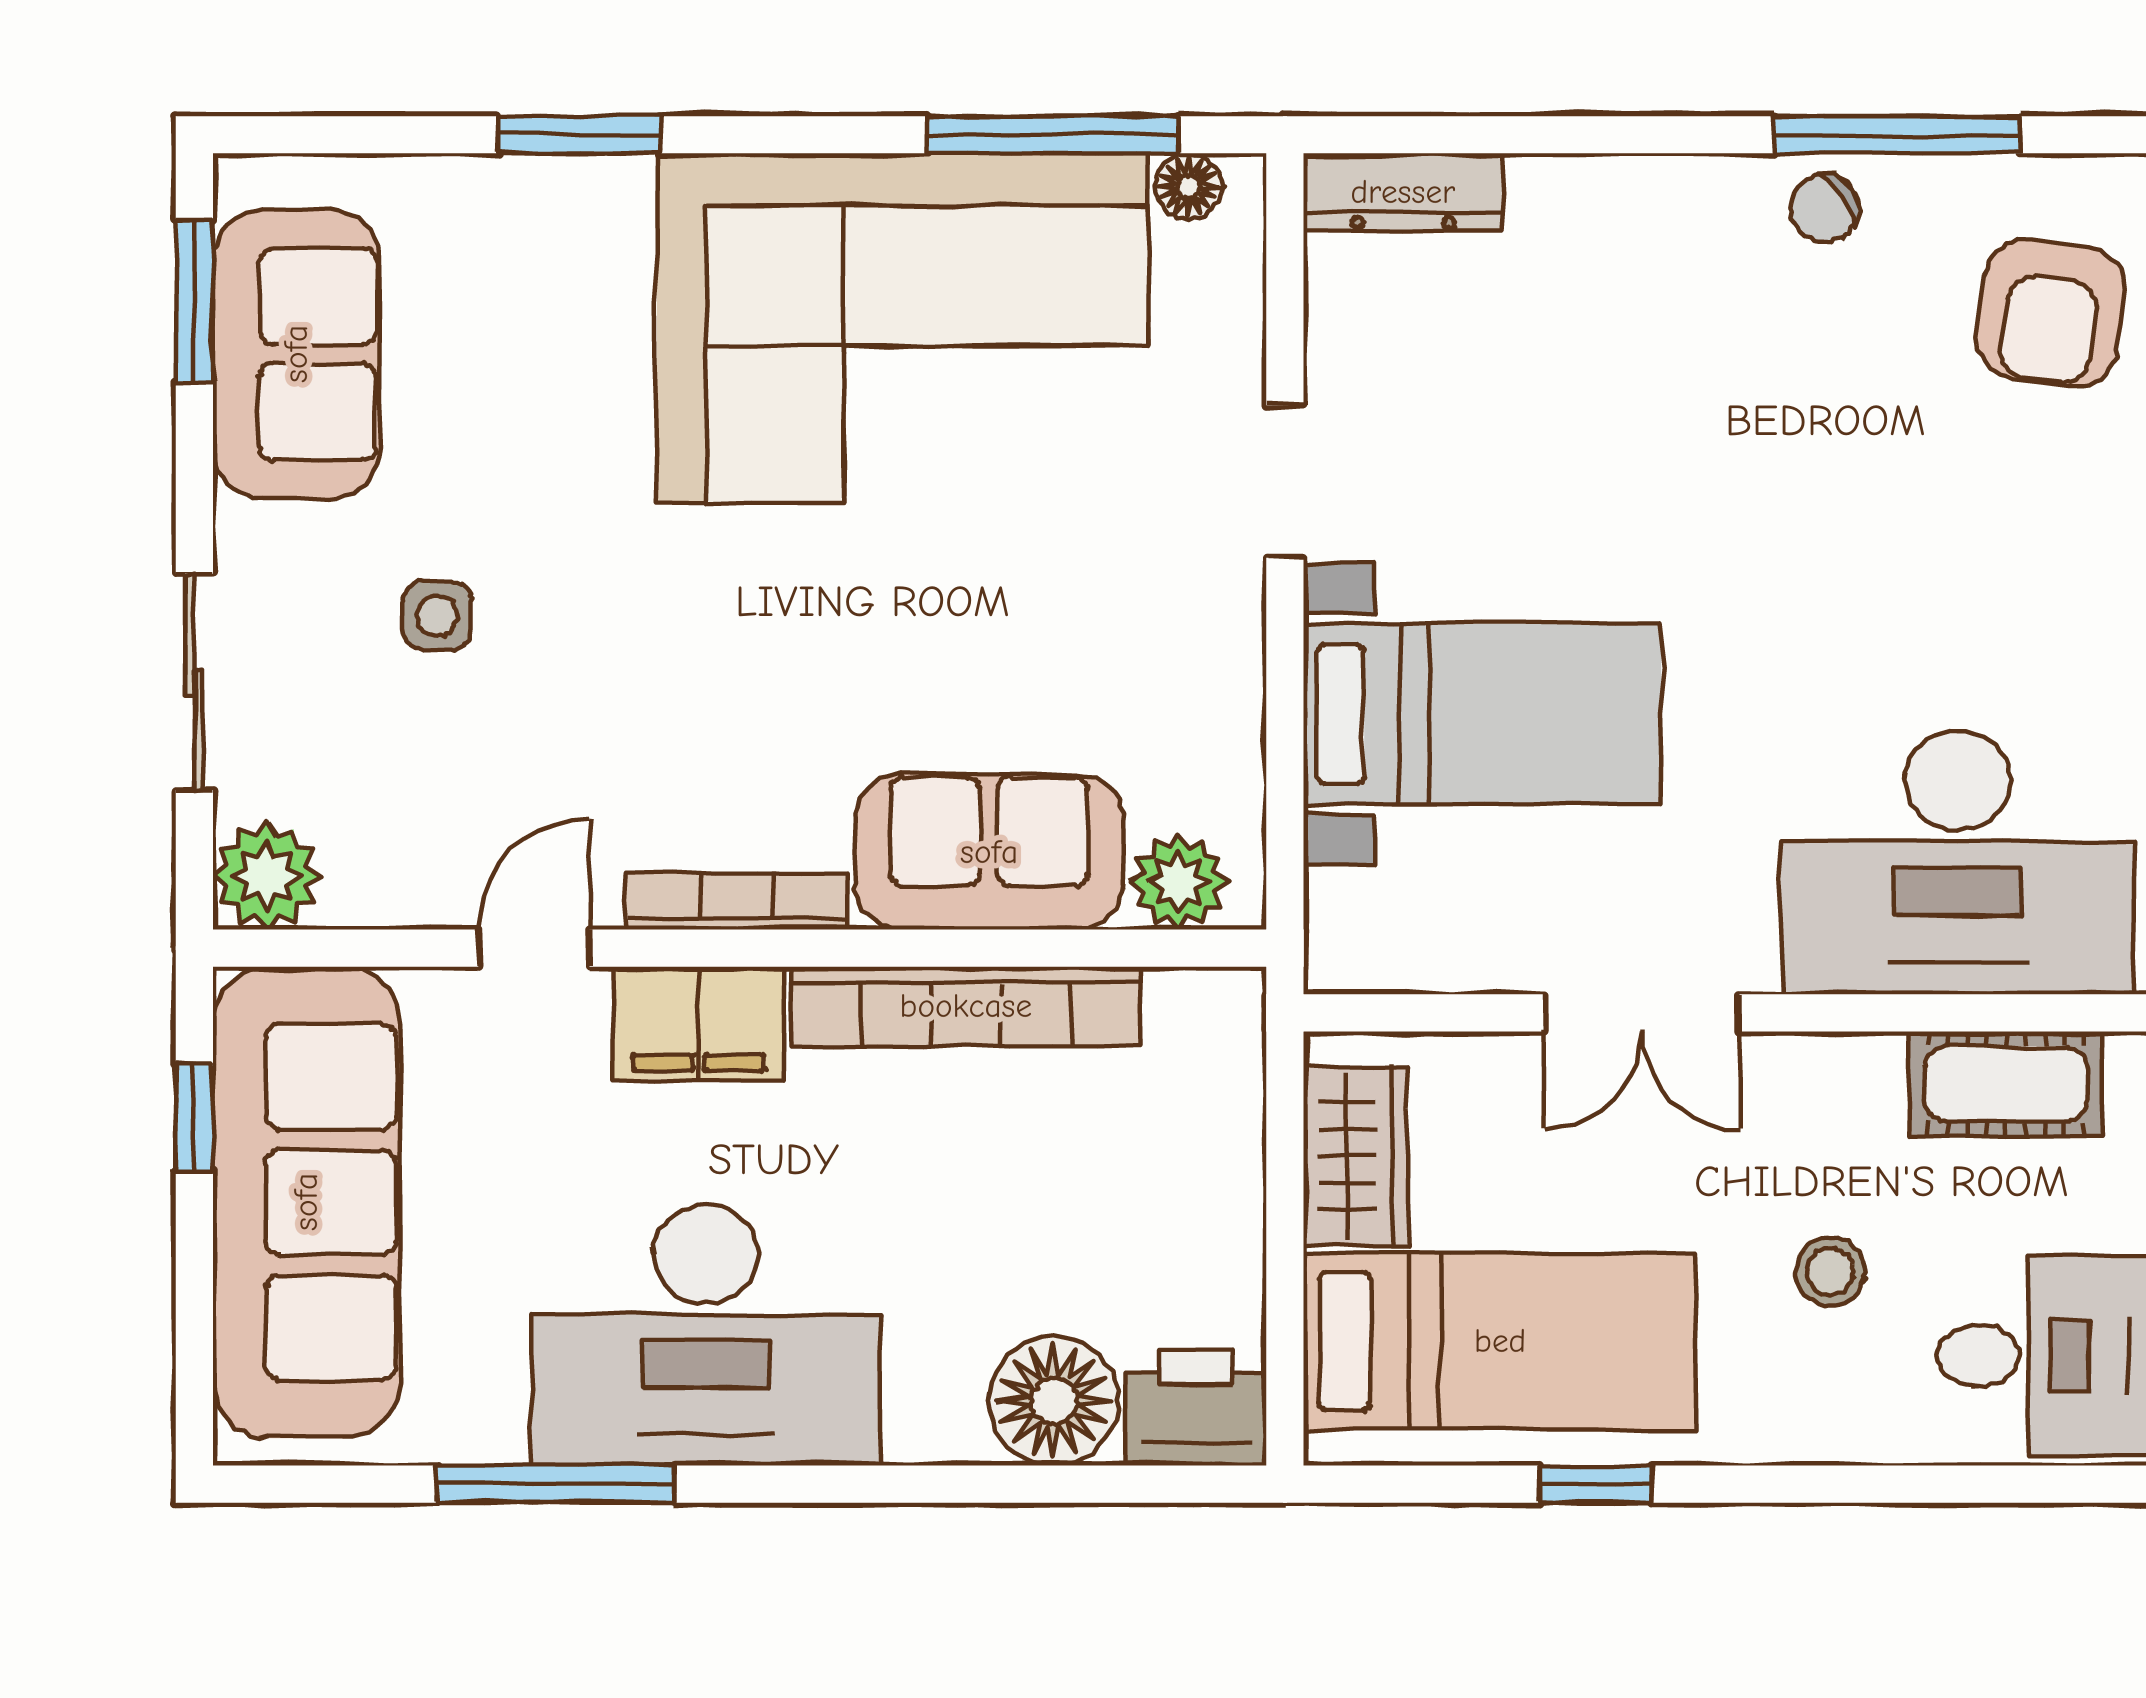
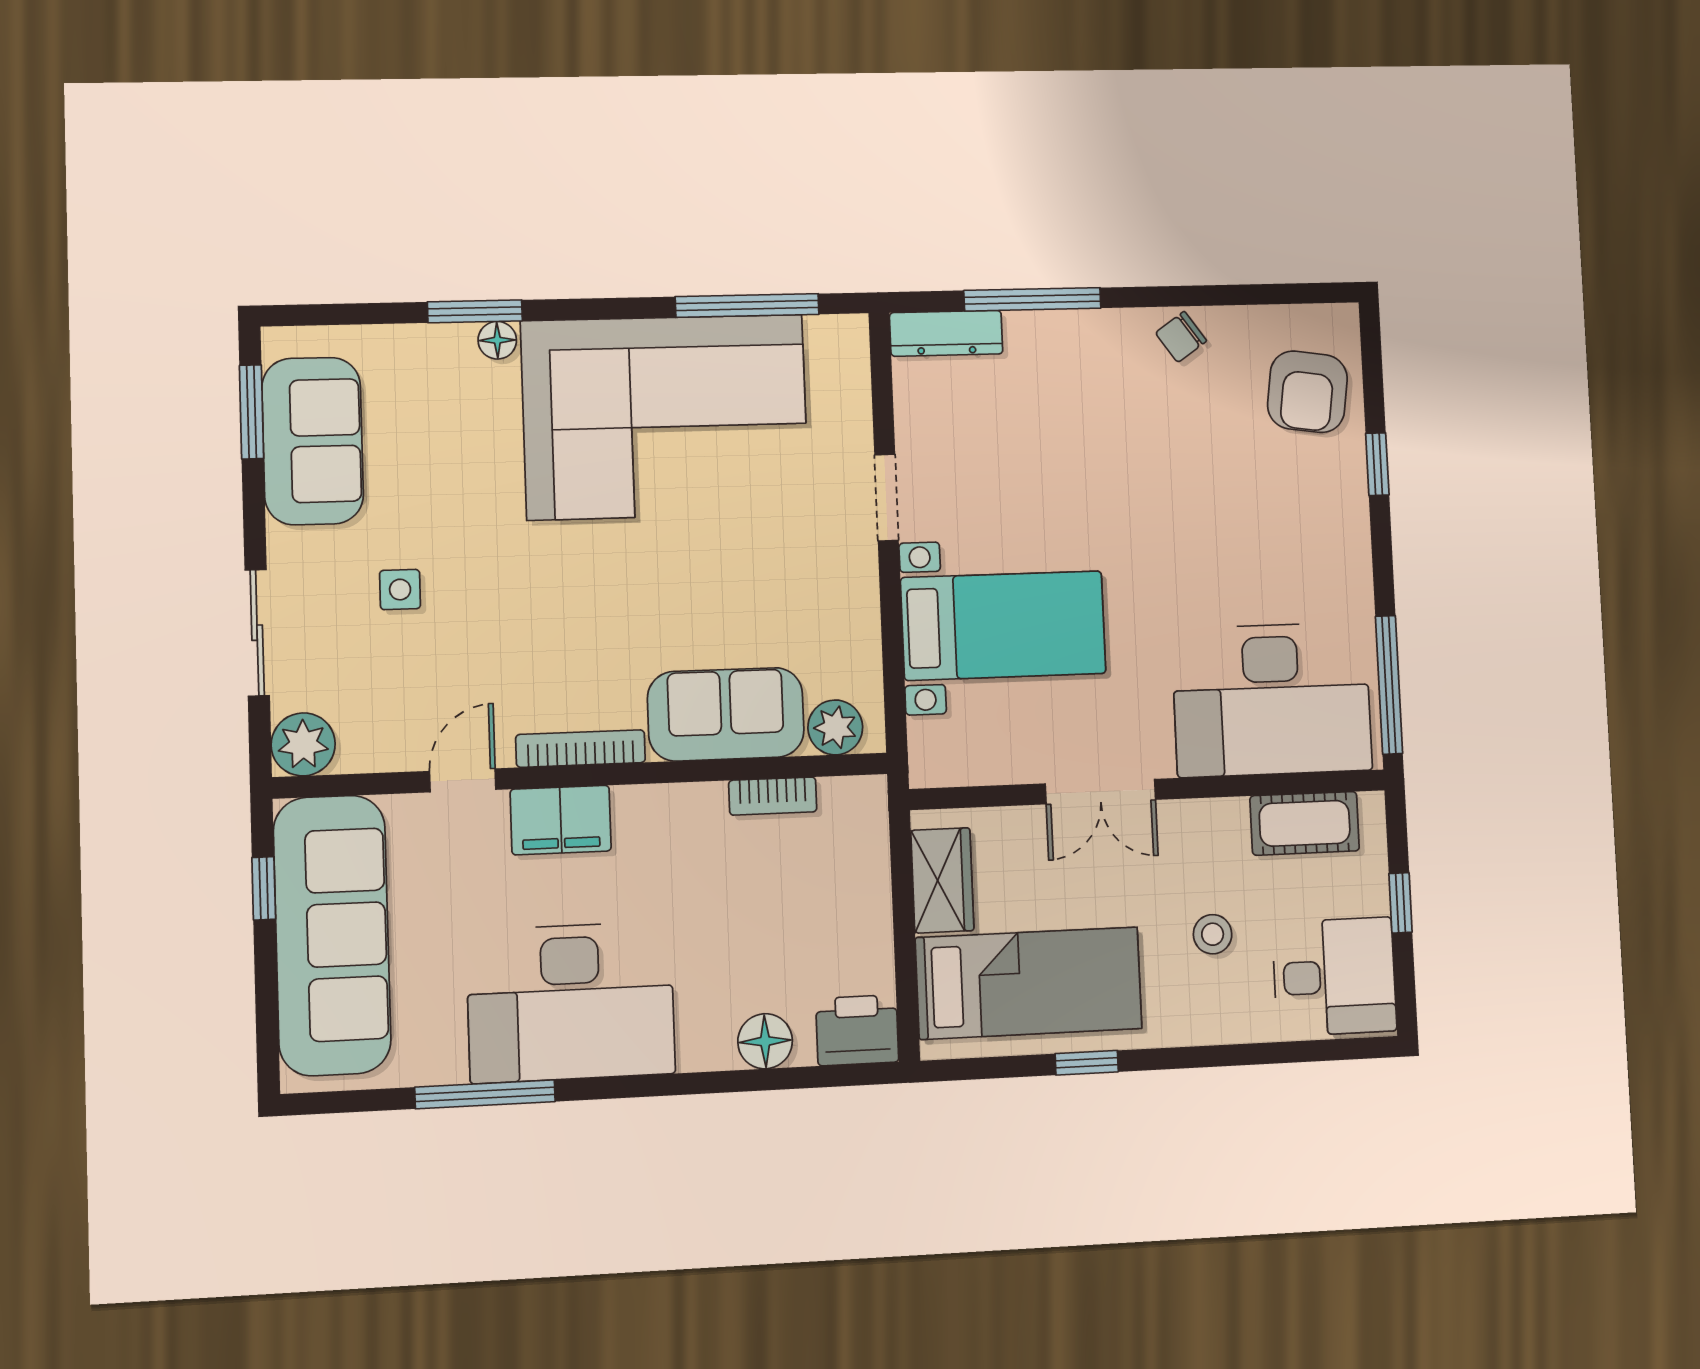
window: (1897, 135) -> (1032, 299), moved
floor lamp: (1188, 186) -> (497, 340), moved
bookcase: (966, 1006) -> (773, 796), width x0.43, depth x0.76
floor lamp: (1054, 1401) -> (765, 1041), width x0.73, depth x0.73

